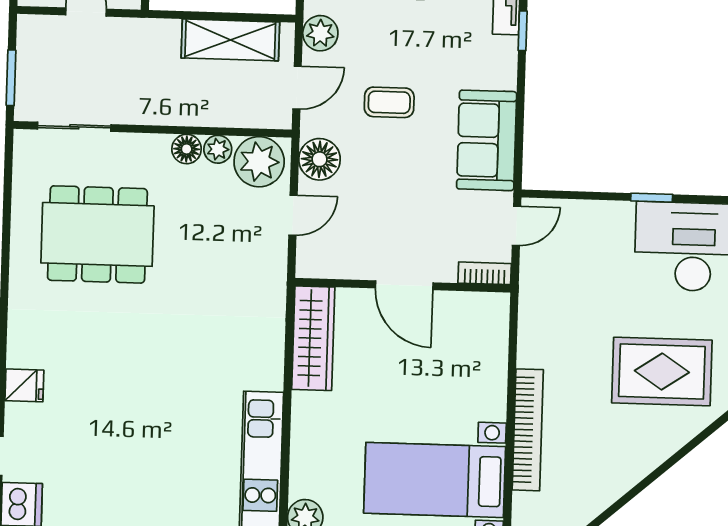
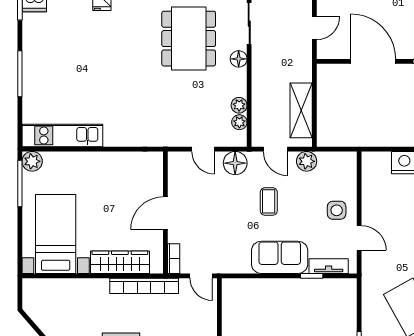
sofa: (487, 140) -> (280, 257), moved
floor lamp: (187, 149) -> (239, 59), moved
plant: (259, 162) -> (239, 122), width x0.53, depth x0.53
wardrobe: (313, 338) -> (120, 262), moved, turned 180
bookcase: (528, 430) -> (144, 286), moved

